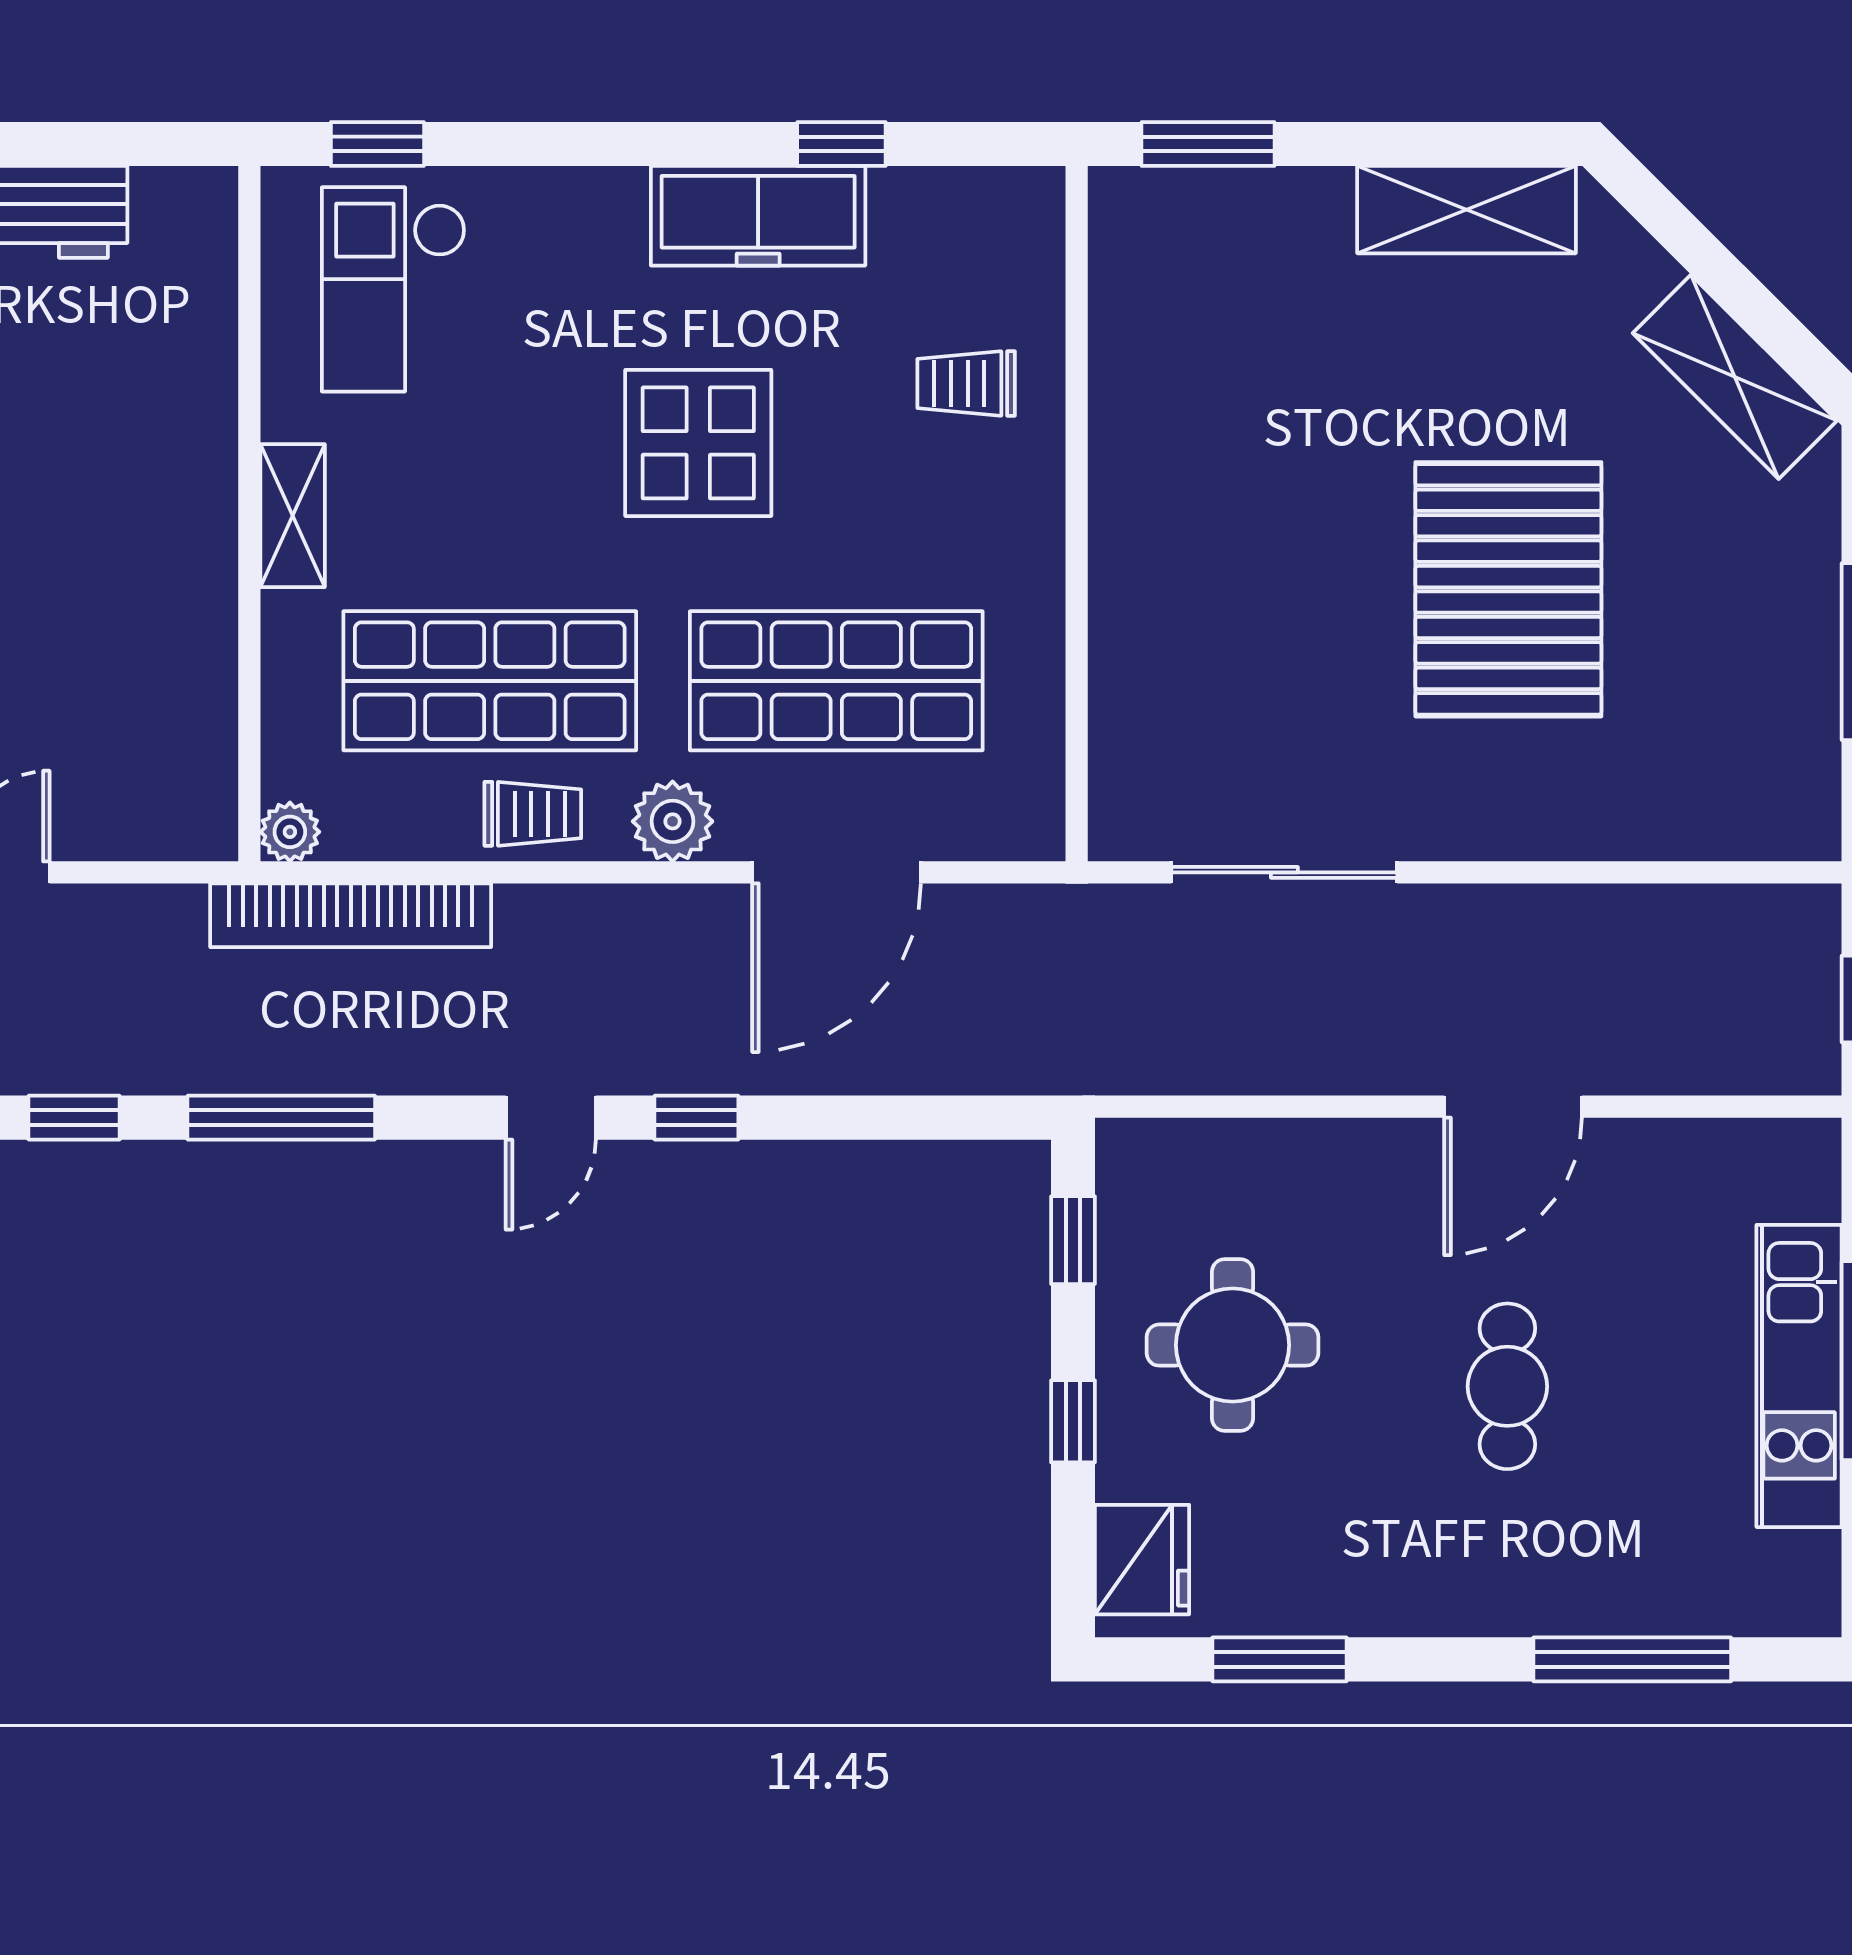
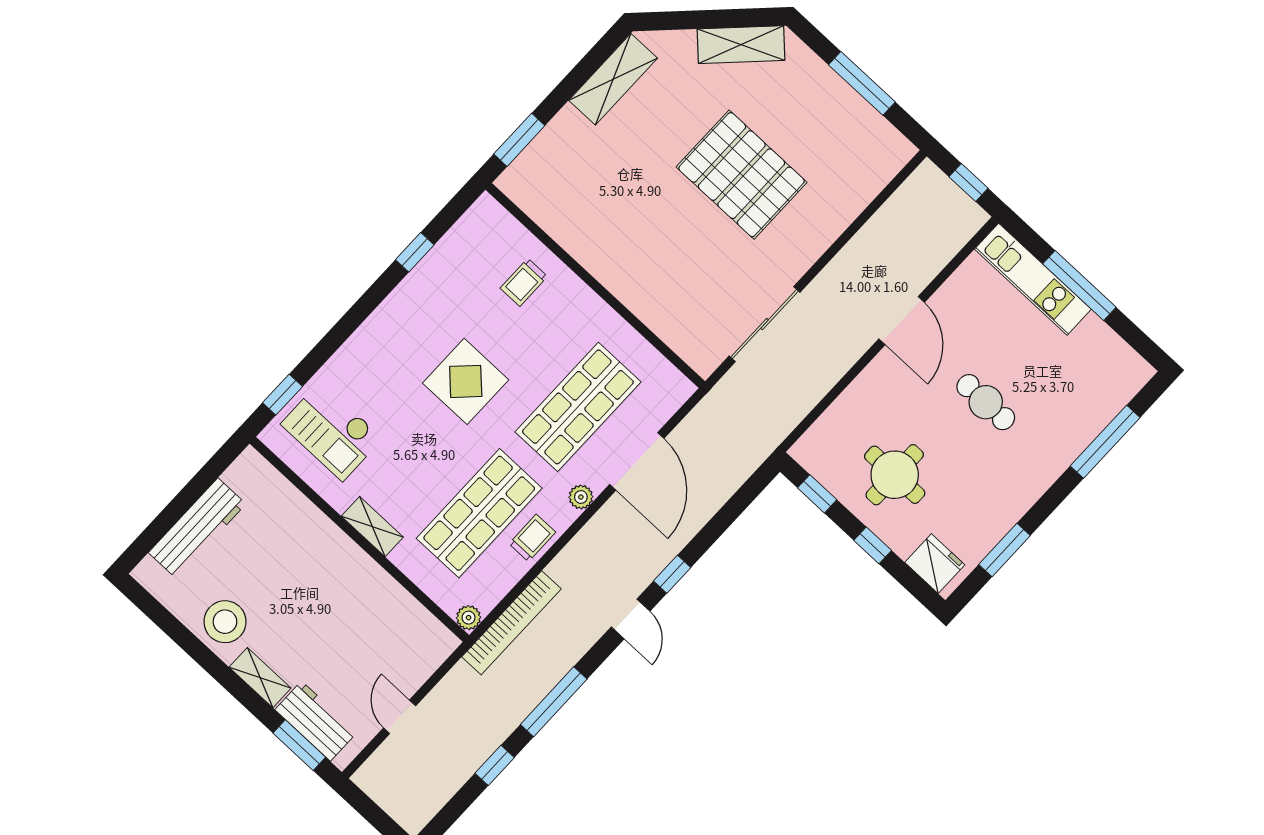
freezer: (758, 216) -> (413, 298), removed
plant: (673, 821) -> (581, 497), width x0.73, depth x0.73
kitchen unit: (1799, 1376) -> (1033, 279), moved

